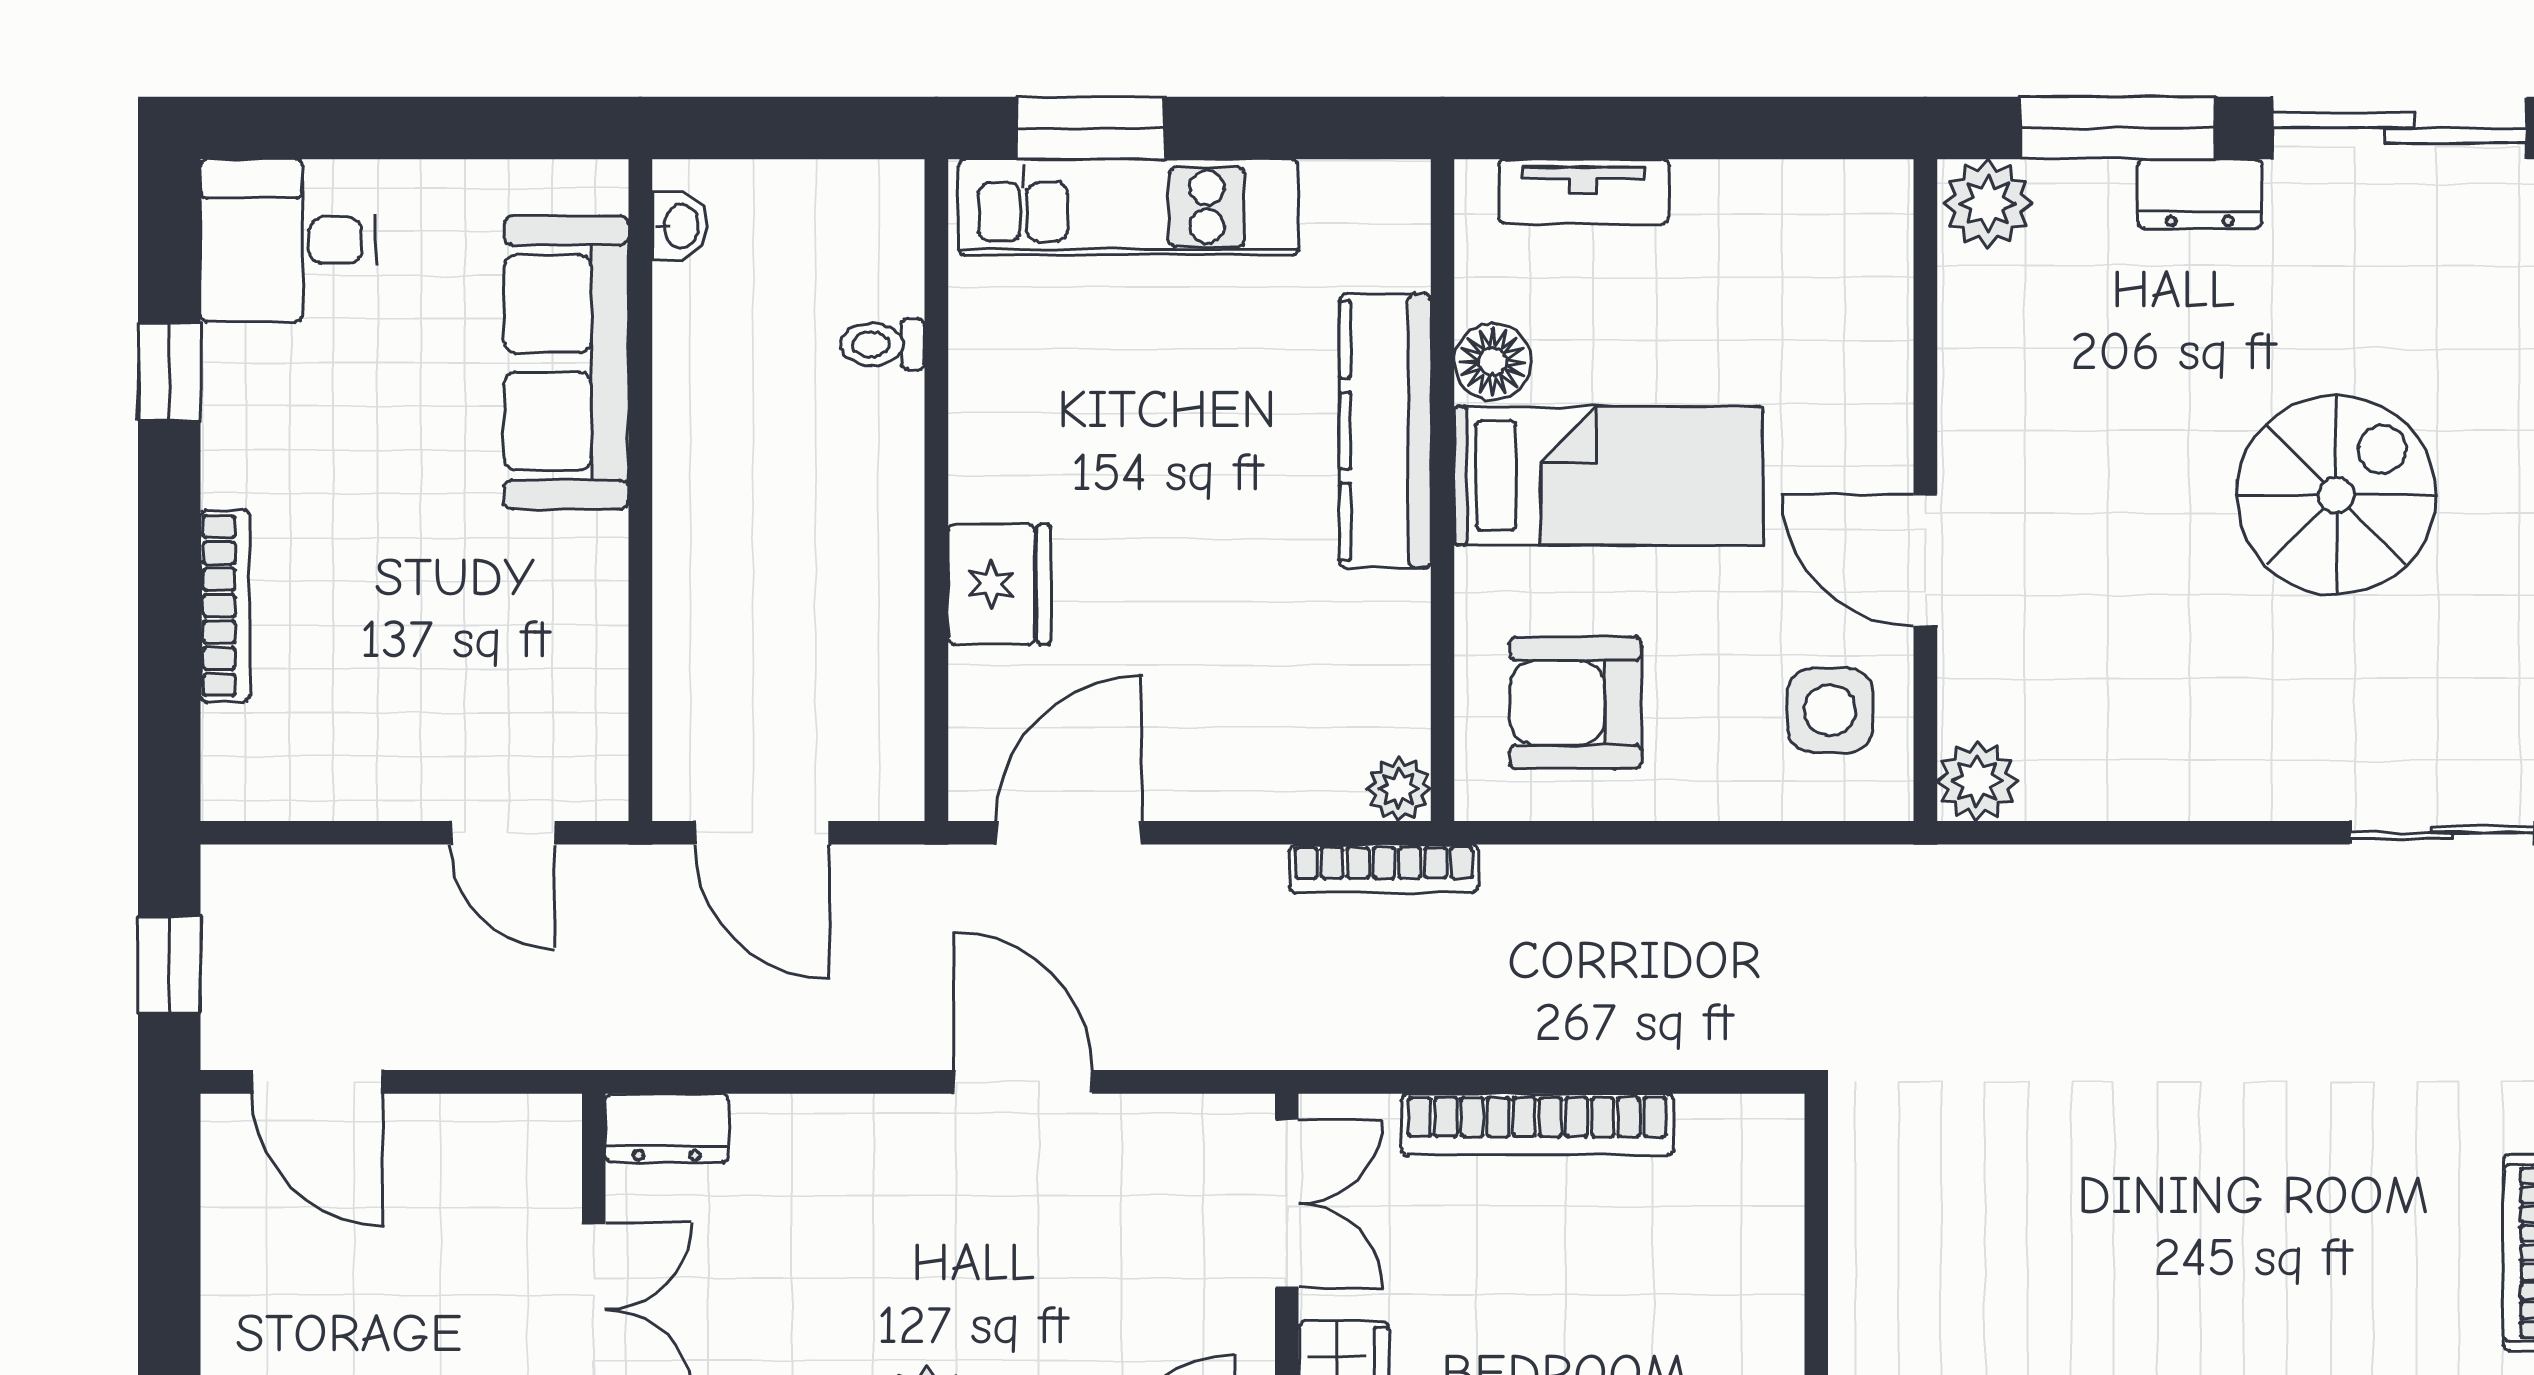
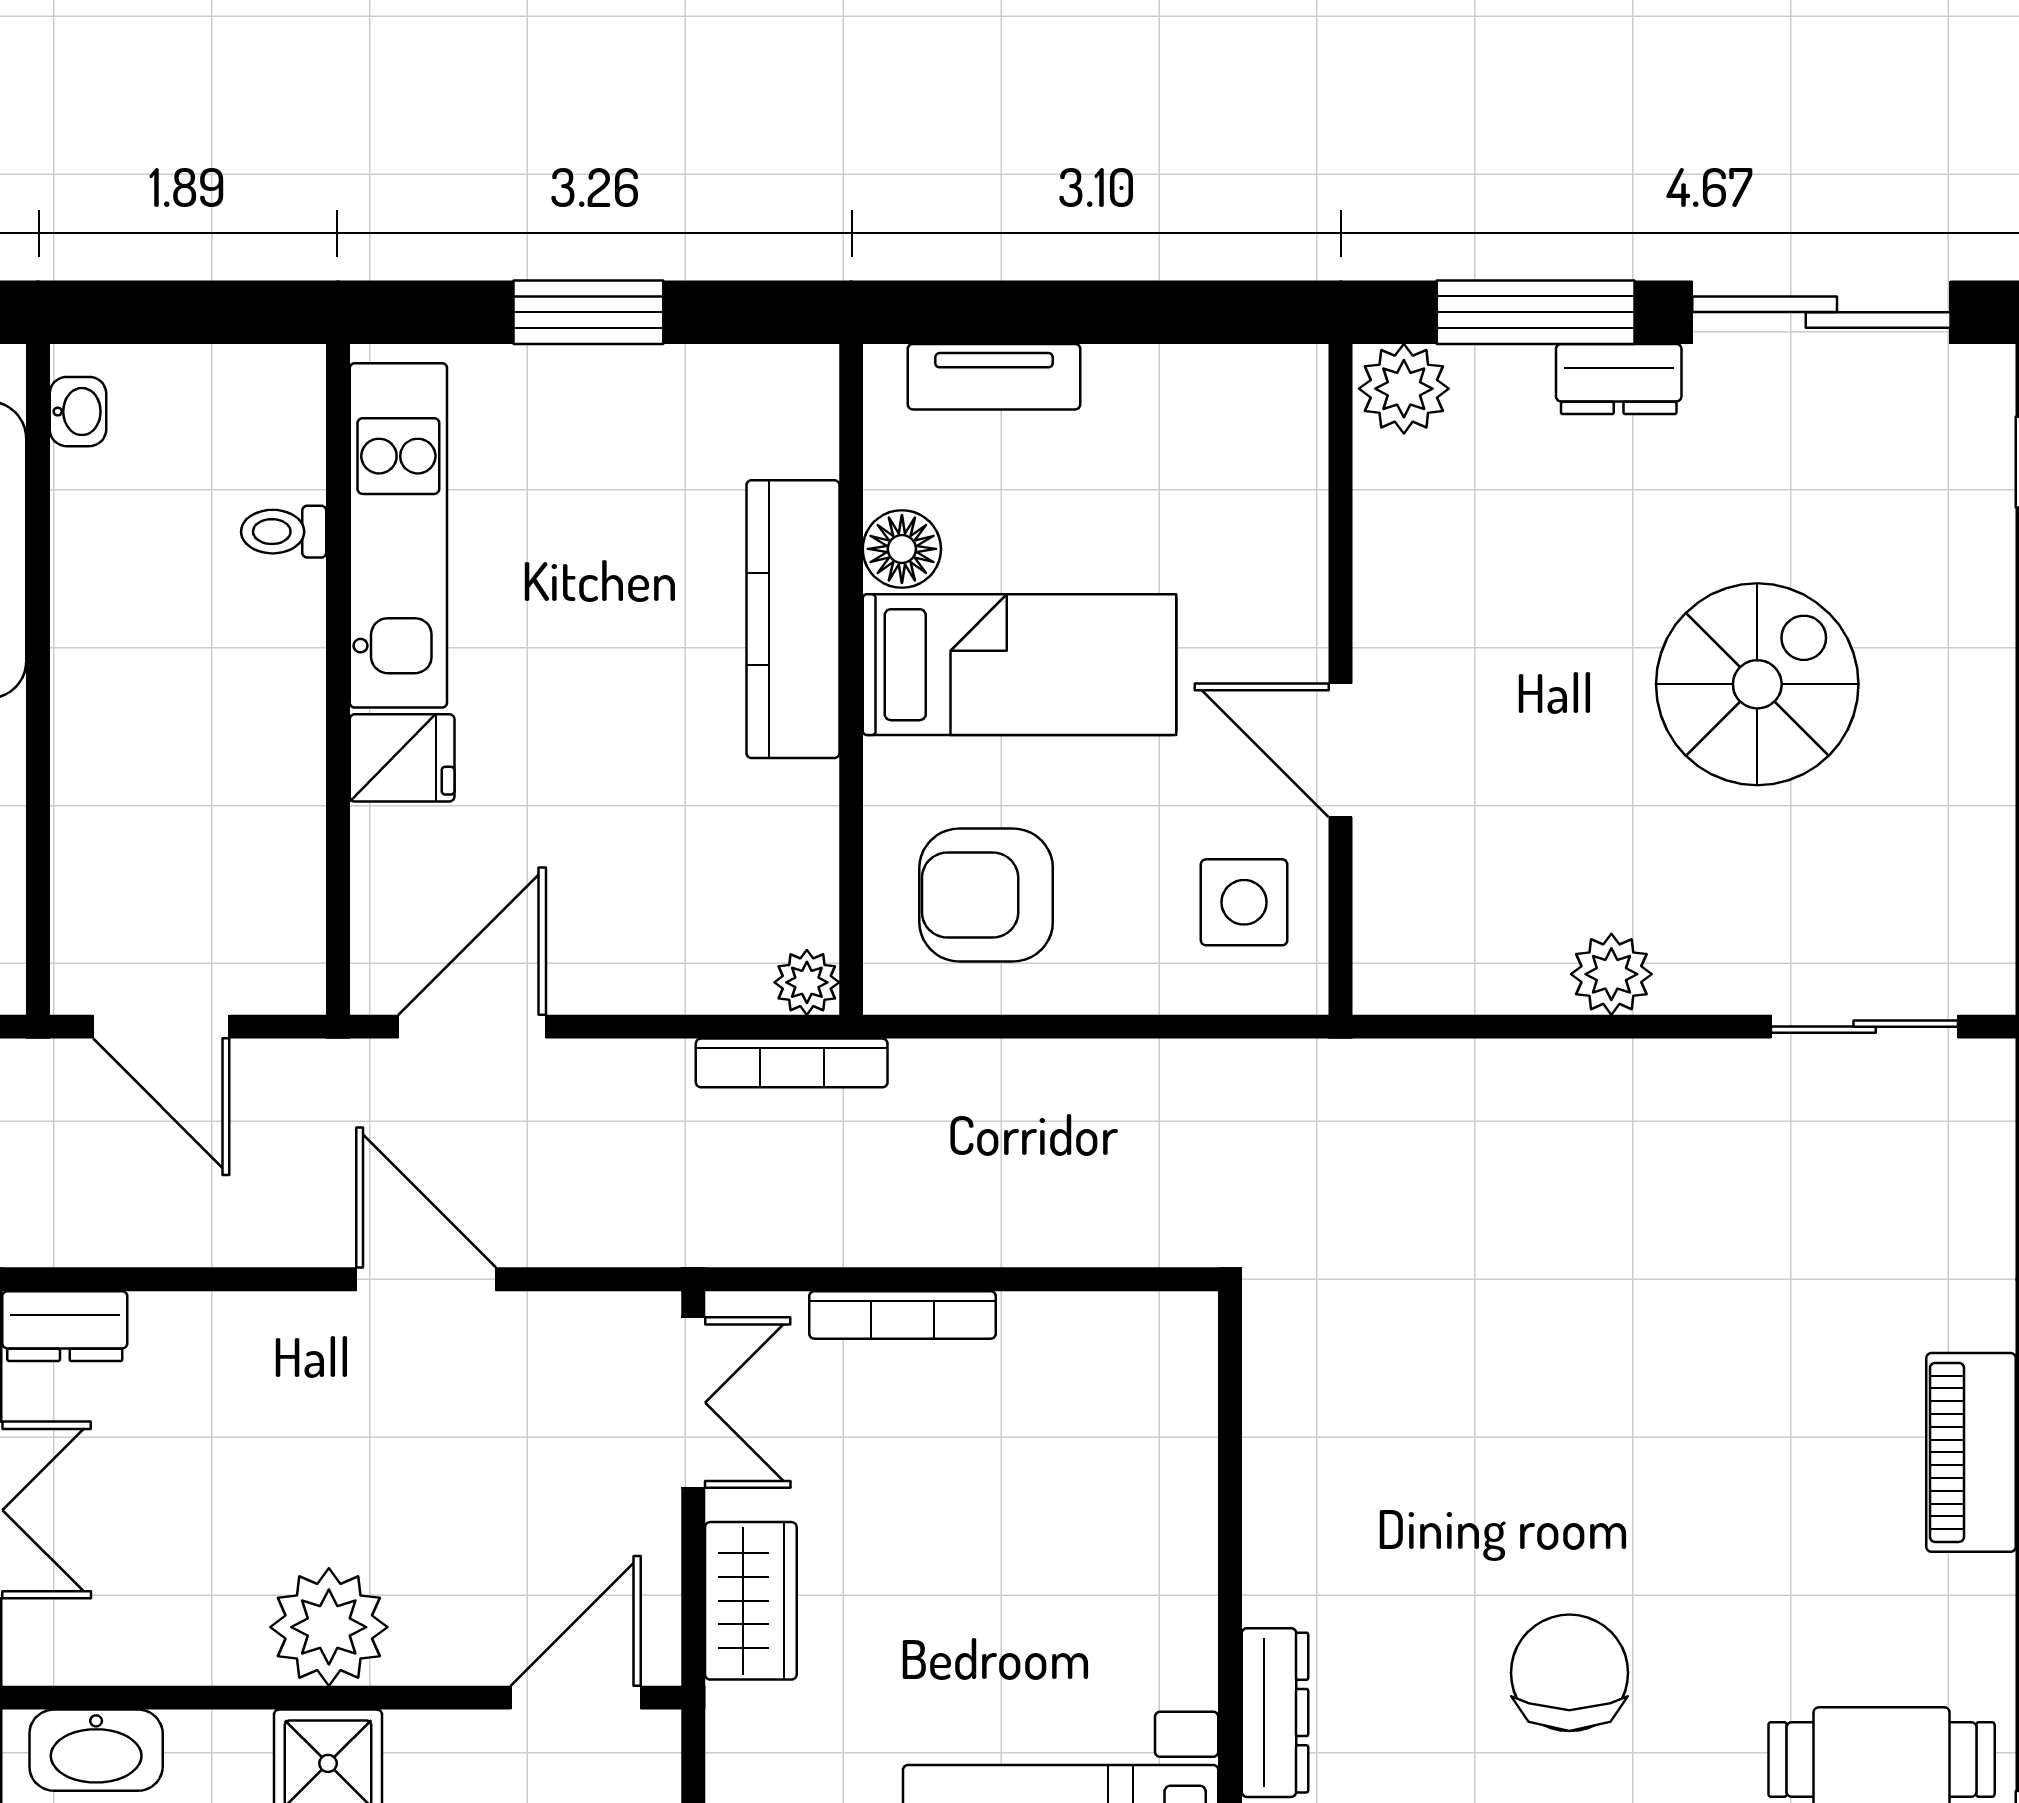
window: (1091, 128) -> (588, 312), moved
kitchen unit: (1129, 207) -> (398, 535), moved, turned -90
fridge: (1000, 584) -> (402, 758), width x0.72
plant: (1977, 781) -> (1611, 974), moved
bookcase: (1537, 1124) -> (903, 1315), width x0.68, depth x0.76

